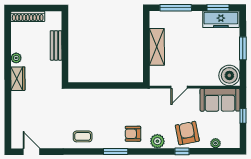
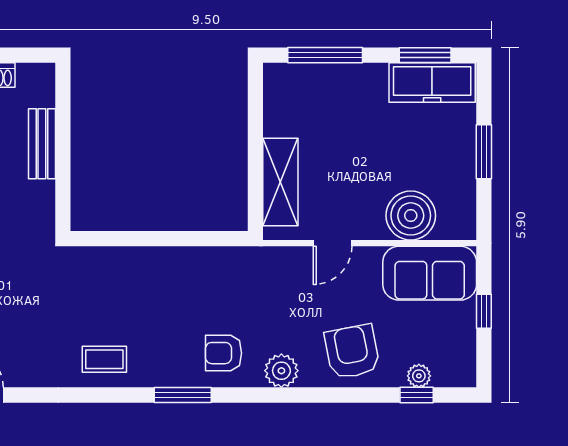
shelving: (157, 47) -> (280, 182), moved
boiler: (229, 75) -> (411, 216), moved
window: (182, 151) -> (417, 395), moved

